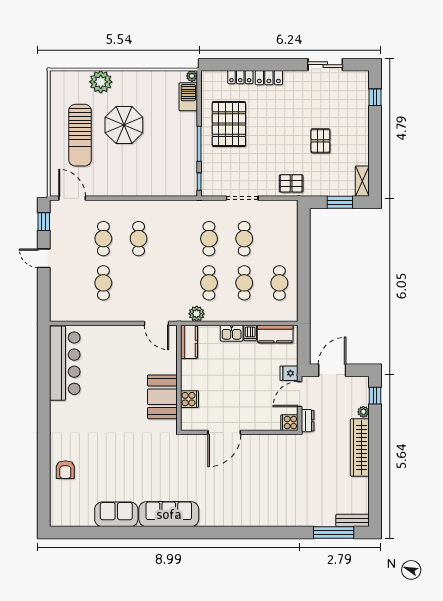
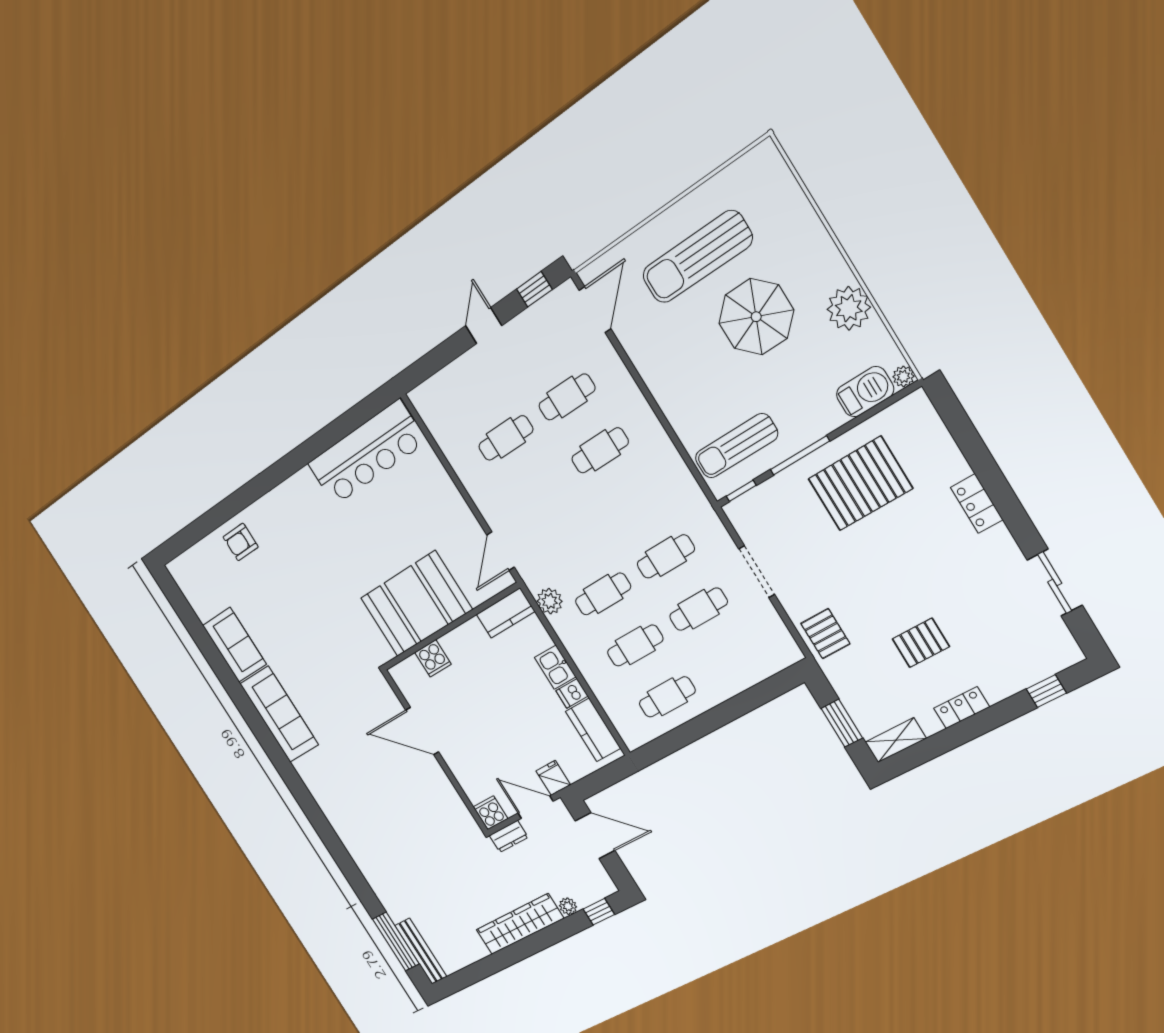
locker: (240, 77) -> (962, 708), moved, turned 90
plant: (101, 82) -> (849, 308), moved
sun lounger: (177, 171) -> (736, 446), added
booth: (162, 397) -> (416, 604), width x1.36, depth x1.42
bench: (353, 520) -> (421, 951), width x1.36

